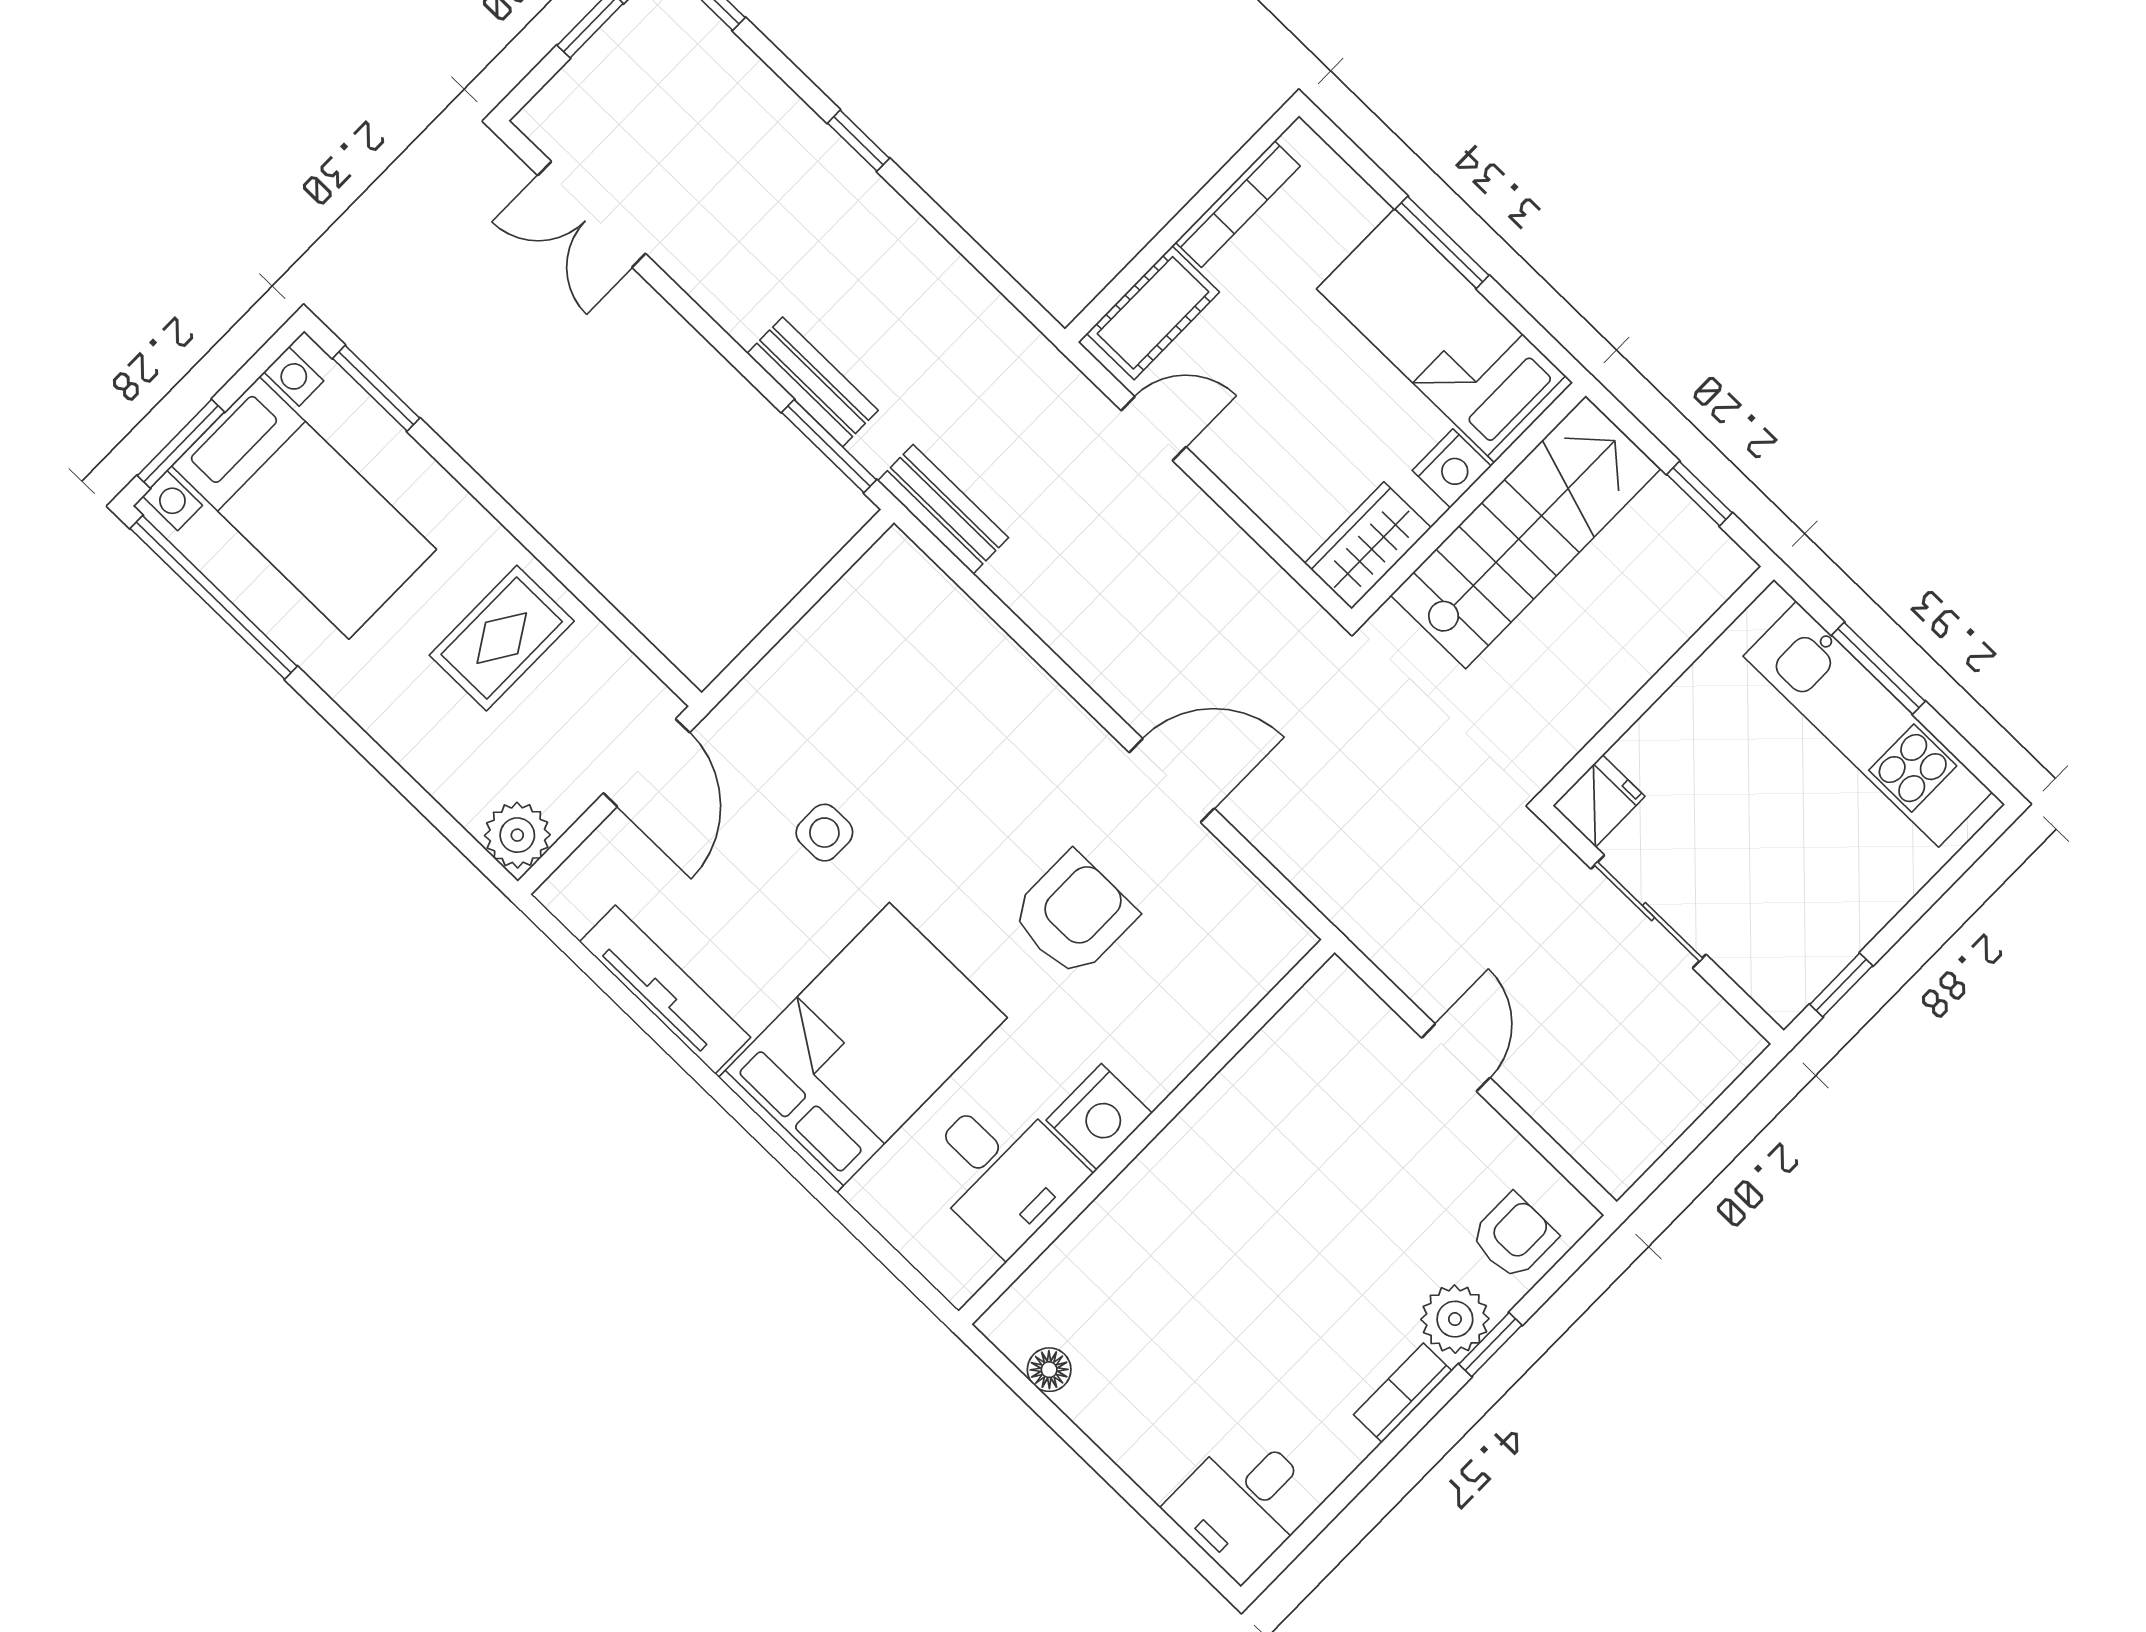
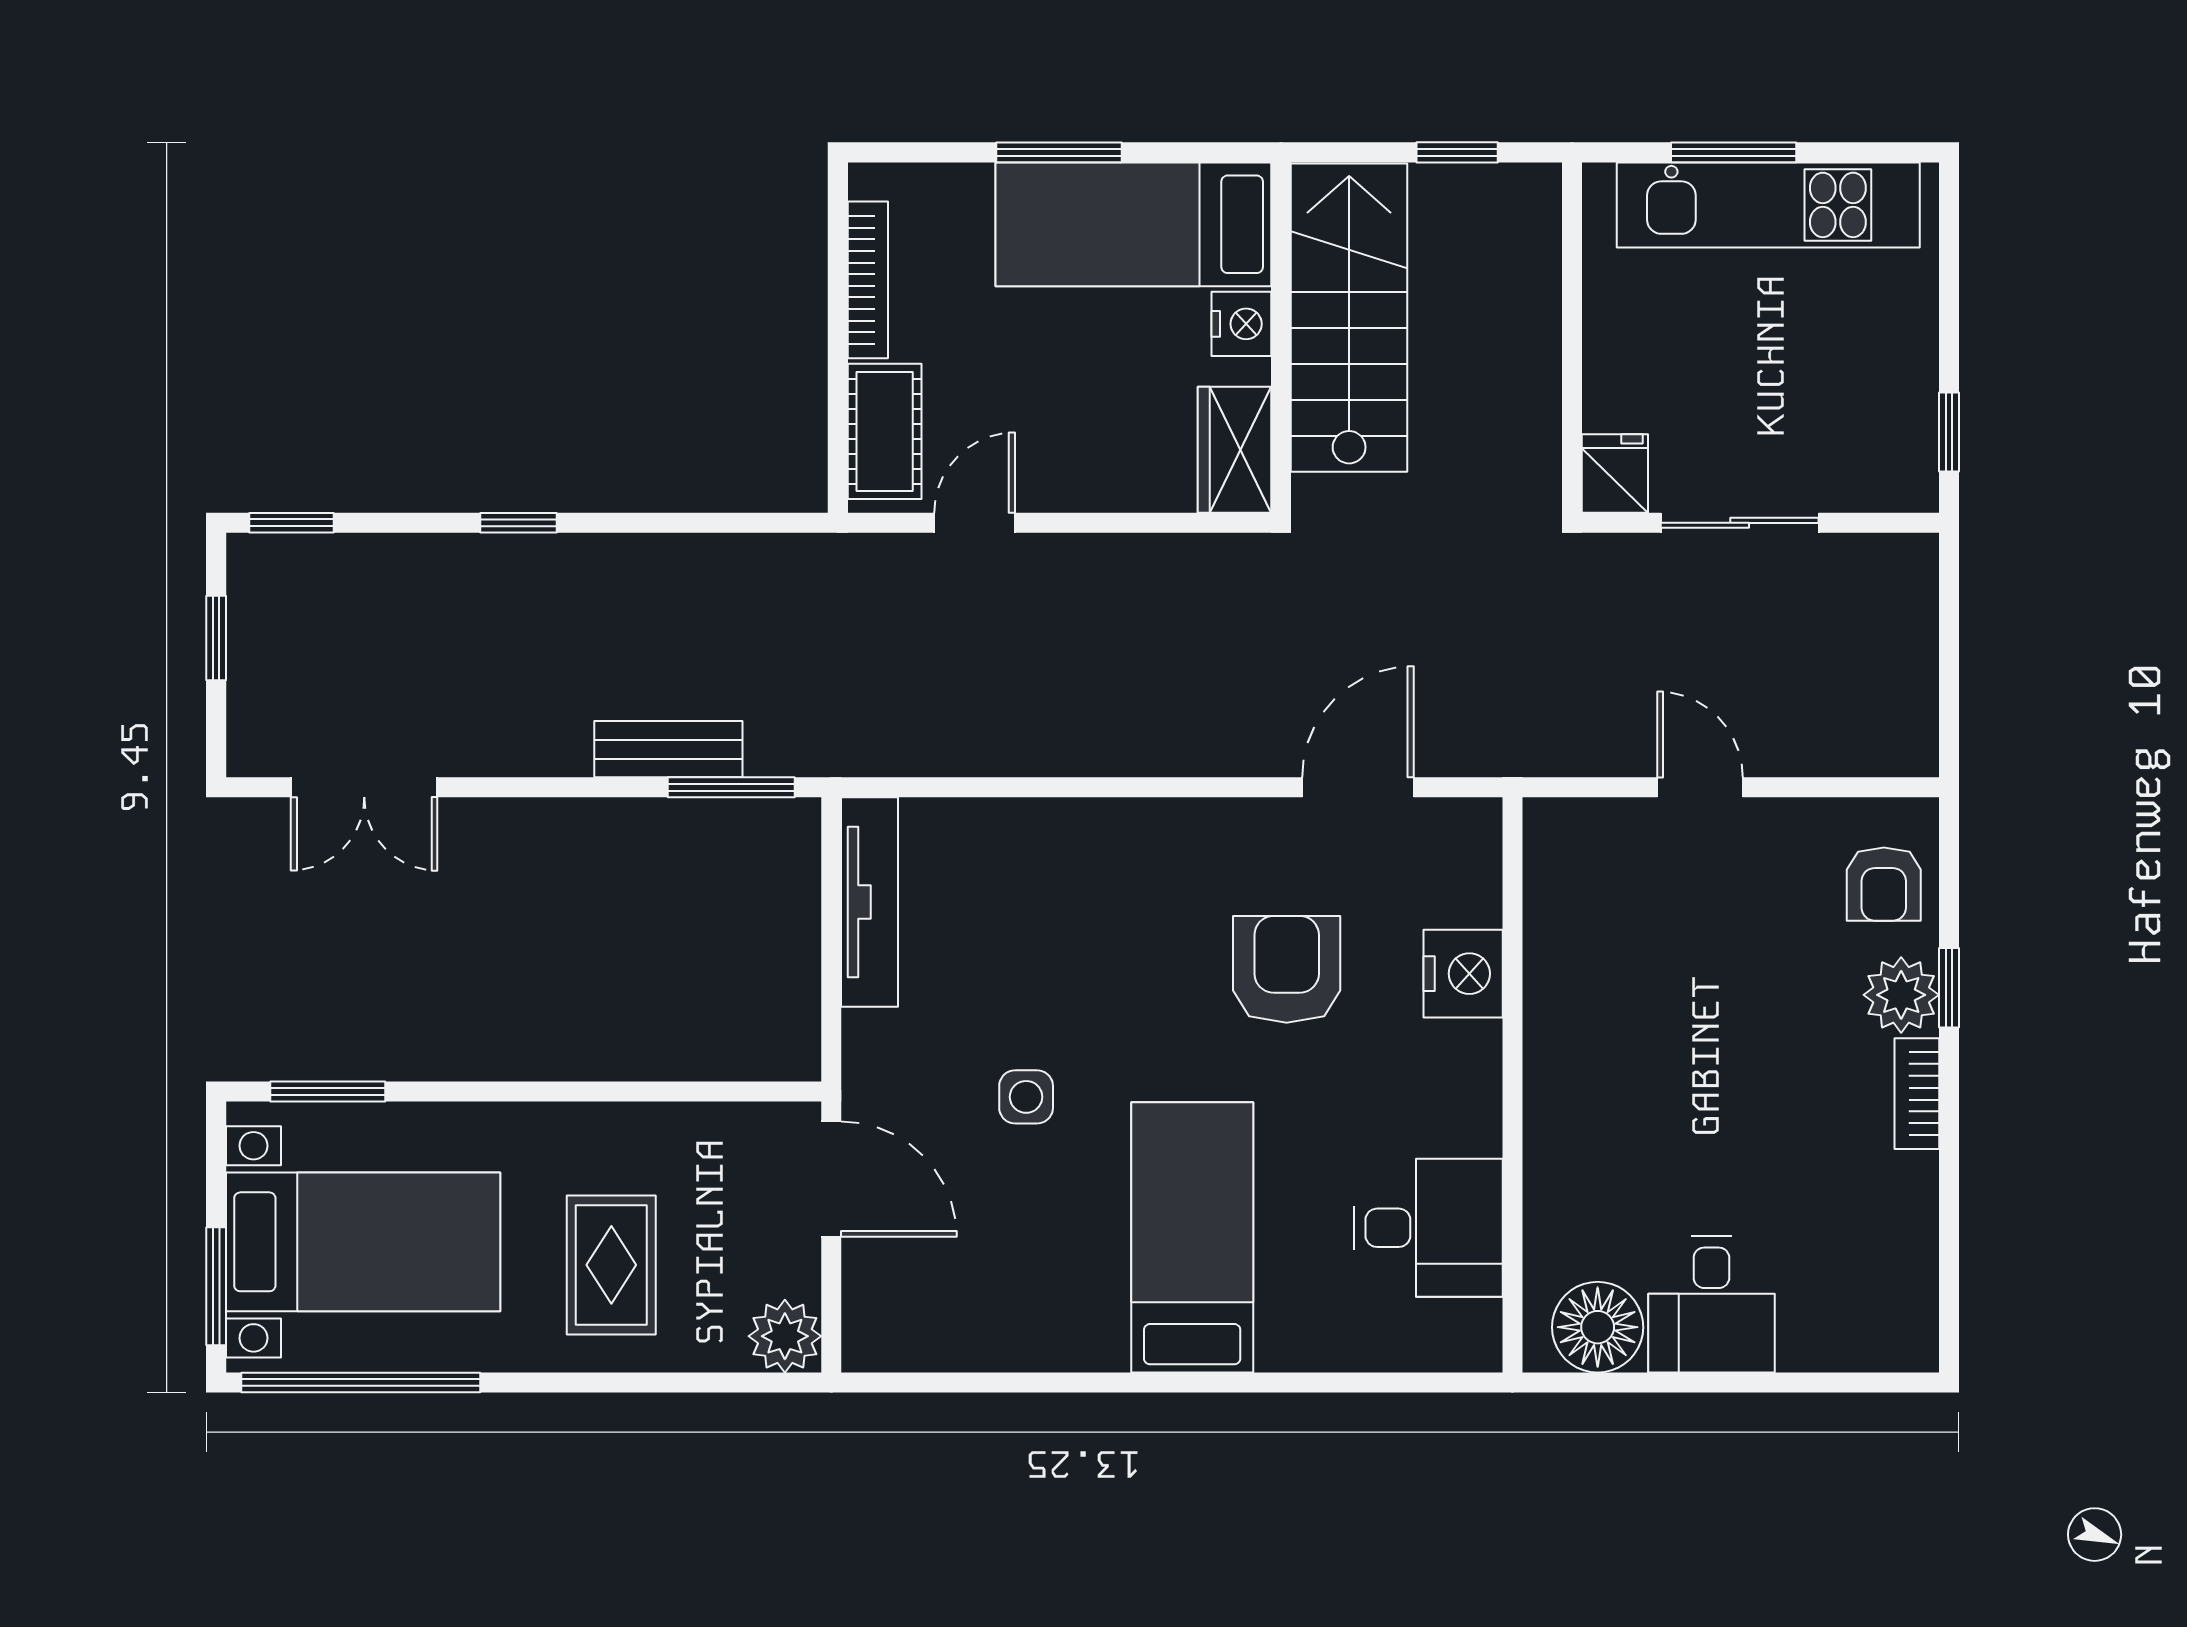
bench: (943, 509) -> (870, 749), removed
rug: (502, 638) -> (611, 1265), moved
door: (1172, 780) -> (1358, 787), moved
tv unit: (665, 990) -> (870, 902), moved, turned 90
bed: (863, 1047) -> (1192, 1237), width x0.67
nightstand: (1099, 1117) -> (1463, 974), moved
armchair: (1514, 1236) -> (1884, 884), turned 180
floor lamp: (1049, 1370) -> (1598, 1327), width x1.89, depth x1.89
desk: (1243, 1503) -> (1711, 1305), moved

